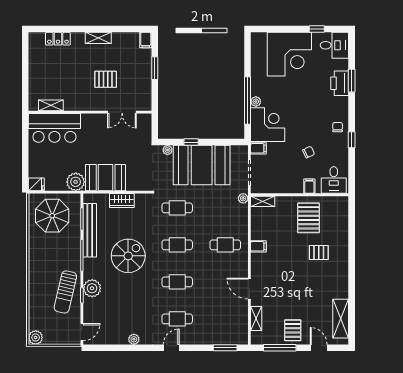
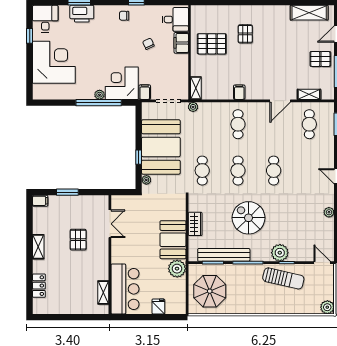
fridge: (36, 184) -> (158, 306), moved
filing cabinet: (309, 186) -> (181, 43), width x2.00
cafe table: (177, 319) -> (309, 124), moved

